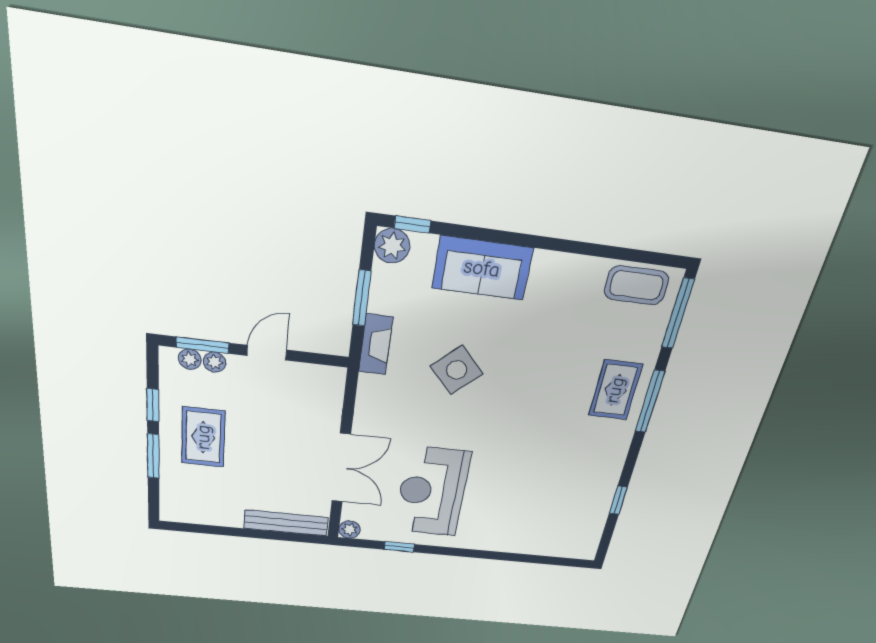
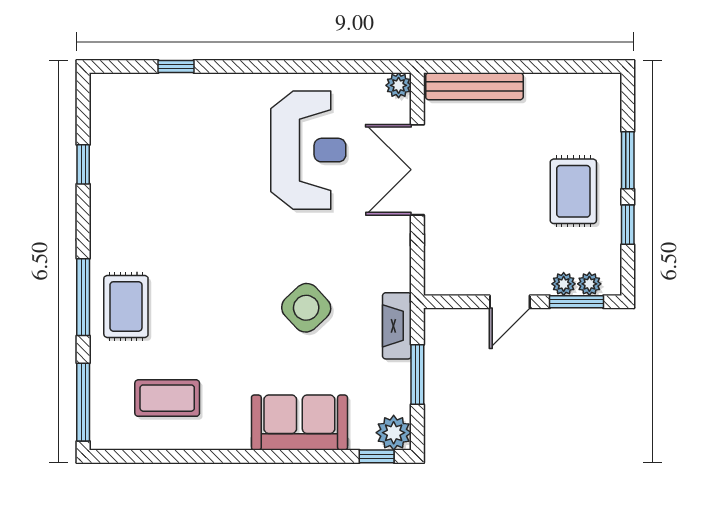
coffee table: (636, 285) -> (167, 398), moved
window: (399, 547) -> (176, 67), moved

